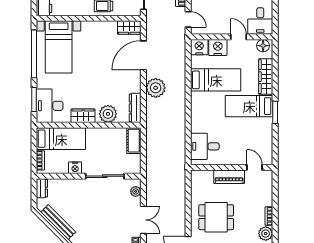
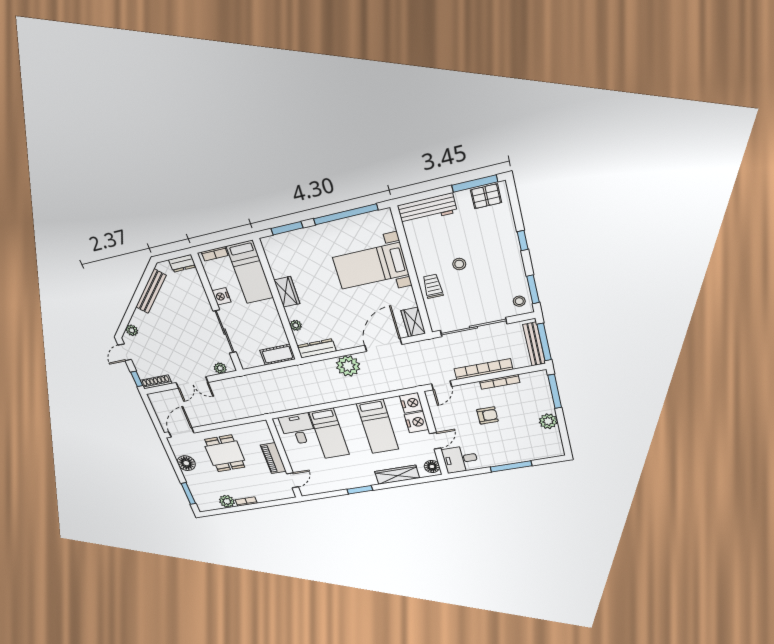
bed with nightstands: (59, 47) -> (371, 266), moved
door: (143, 55) -> (383, 345), hinge flipped
desk: (50, 106) -> (286, 249), removed
bed: (249, 106) -> (329, 433), moved, turned 180
plant: (108, 114) -> (296, 325), width x0.53, depth x0.53

